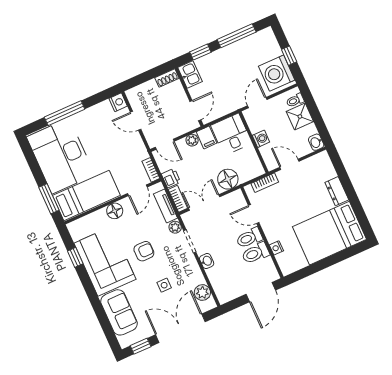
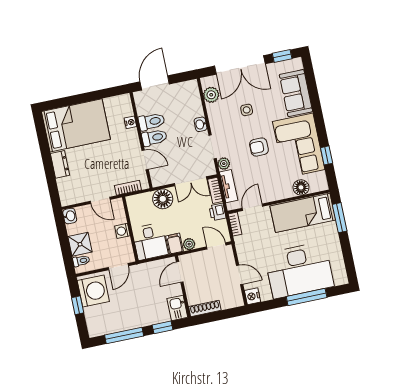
shoe rack: (167, 78) -> (205, 308), width x1.43
desk: (61, 156) -> (299, 270), moved, turned 90
floor lamp: (115, 211) -> (301, 187), moved

